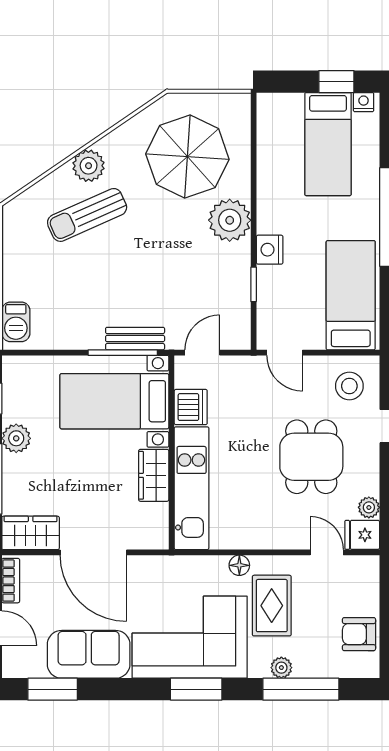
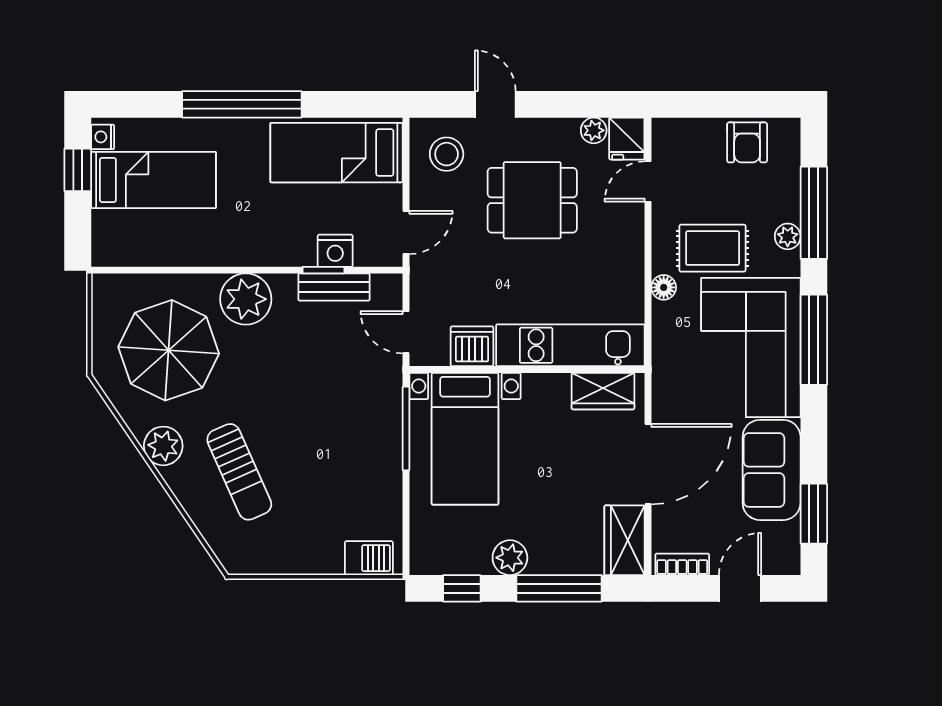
plant: (89, 166) -> (163, 446), moved
nightstand: (270, 250) -> (335, 251), moved
bench: (135, 339) -> (334, 287), moved, turned 90
wardrobe: (154, 475) -> (603, 391), moved
window: (196, 689) -> (814, 340), width x1.44

